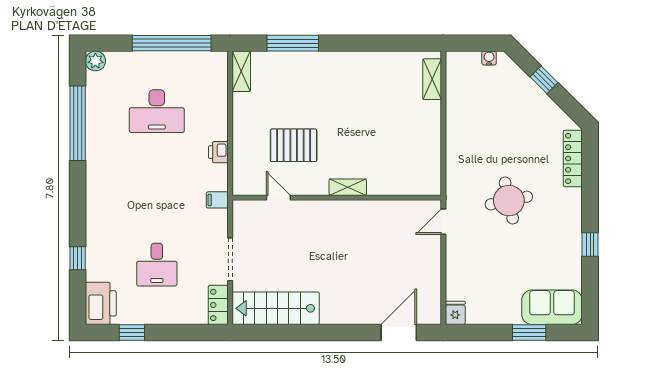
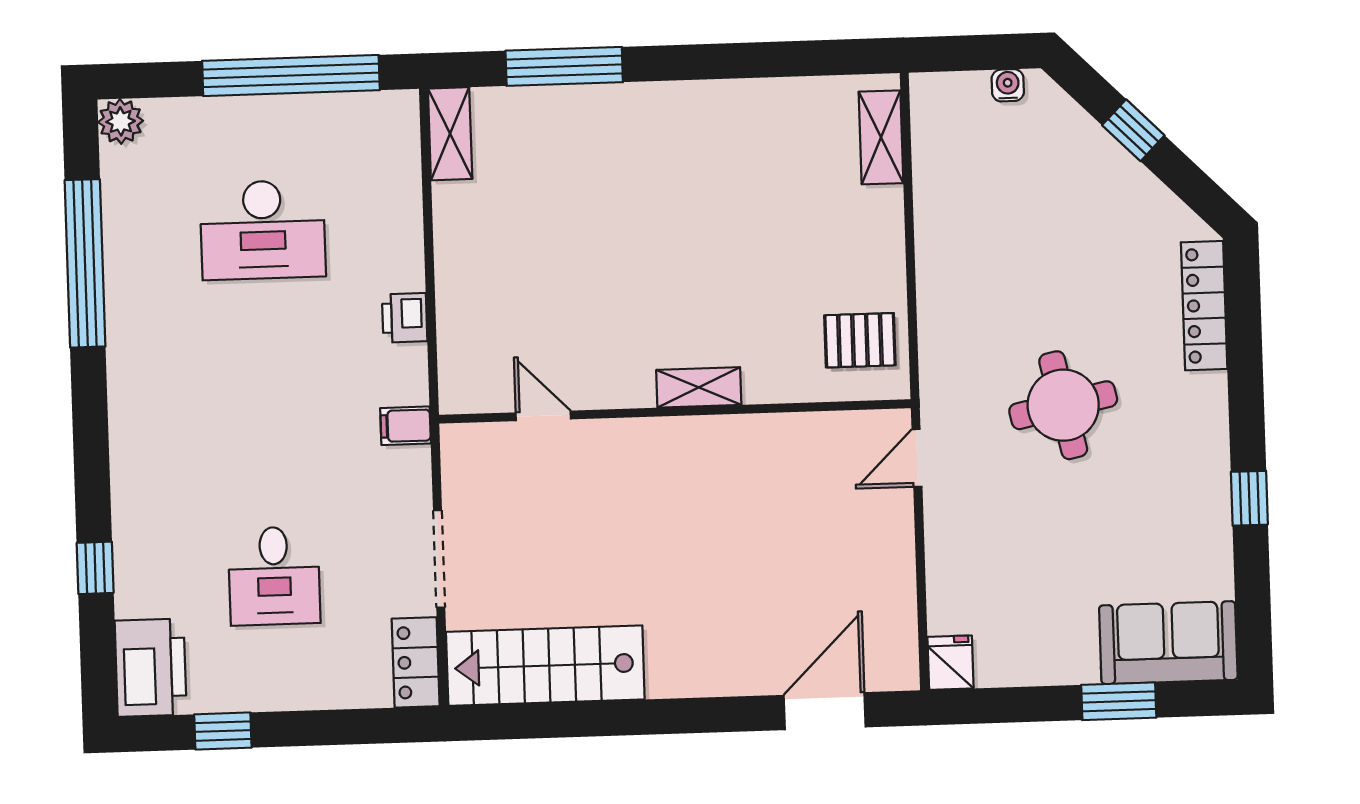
pallet: (294, 145) -> (860, 340), moved, width x0.67, depth x0.71

